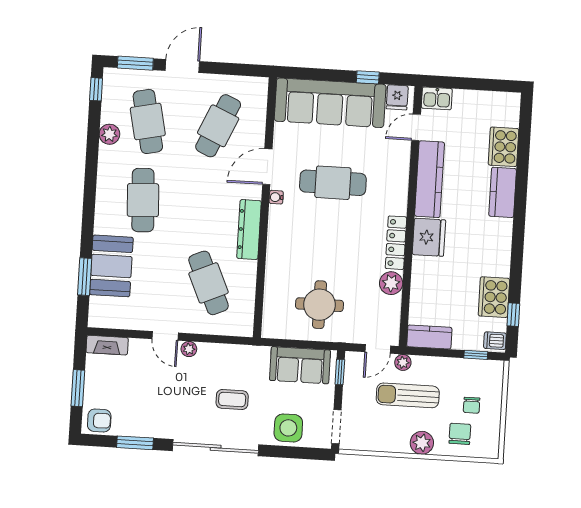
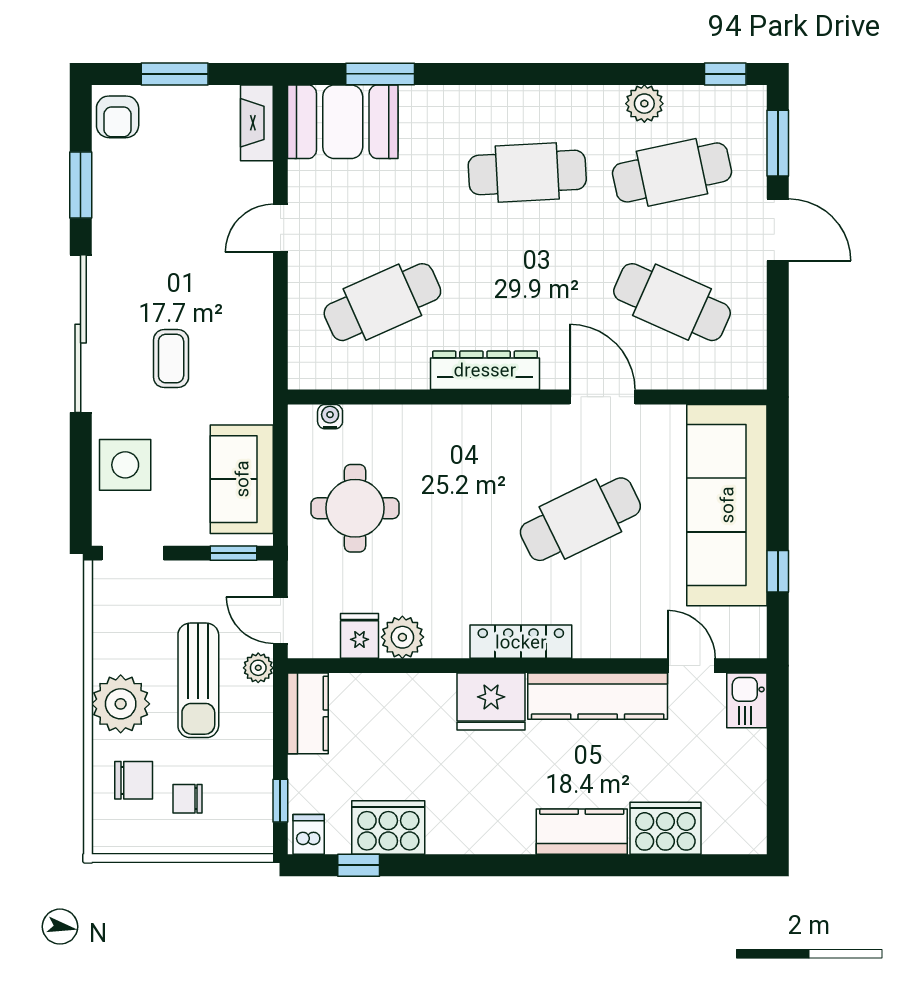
fridge: (397, 97) -> (360, 636), moved, turned 90
cafe table: (333, 183) -> (580, 519), turned 64
water cooler: (276, 197) -> (330, 417), moved
locker: (396, 243) -> (521, 642), moved
booth: (111, 266) -> (343, 122), moved
plant: (189, 349) -> (259, 273), removed
sun lounger: (408, 395) -> (198, 680), turned 180
plant: (422, 443) -> (121, 704), width x1.36, depth x1.36

